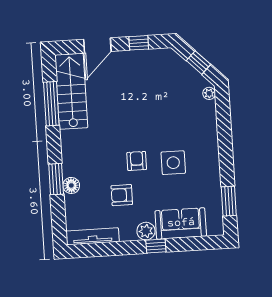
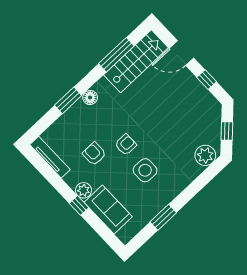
plant: (209, 93) -> (205, 155), width x1.88, depth x1.88
floor lamp: (71, 185) -> (90, 97), moved
window: (229, 201) -> (163, 217), moved

